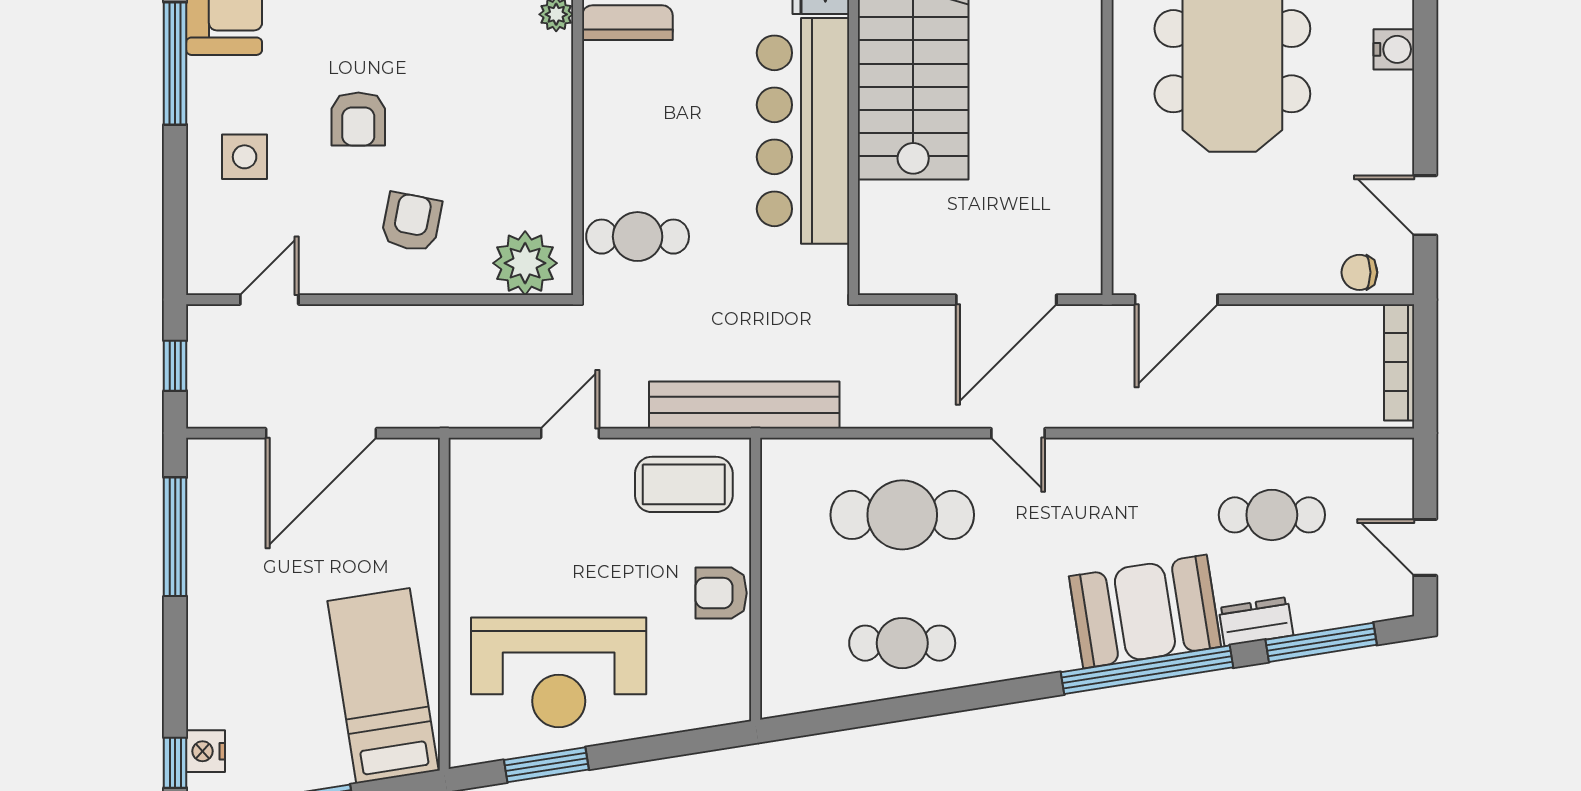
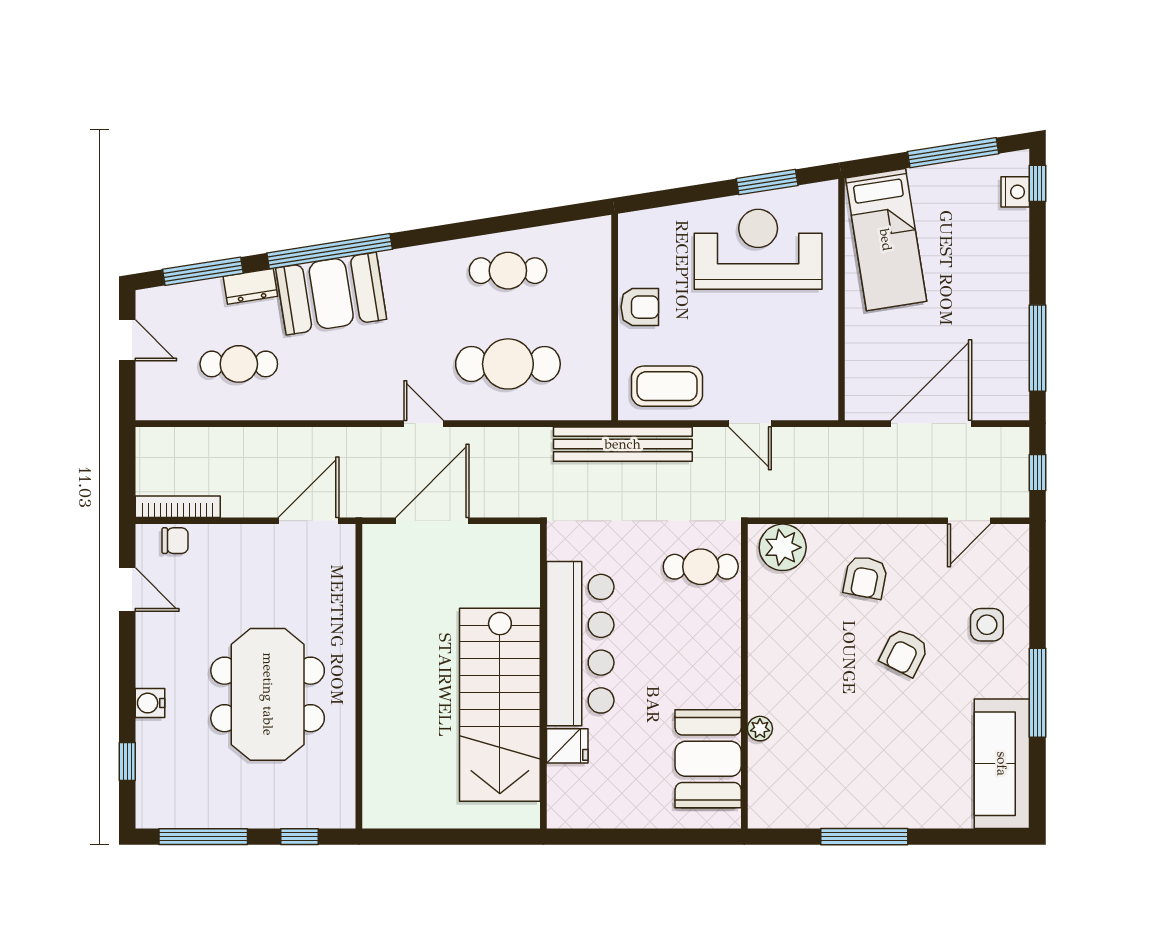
armchair: (358, 119) -> (904, 652), turned -153
bookcase: (1399, 362) -> (178, 507), moved, turned -90
door: (570, 433) -> (750, 424), hinge flipped

